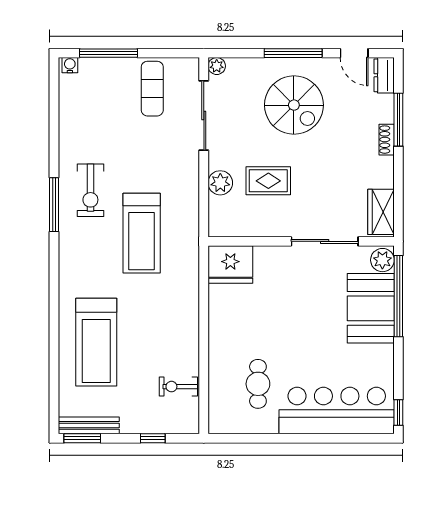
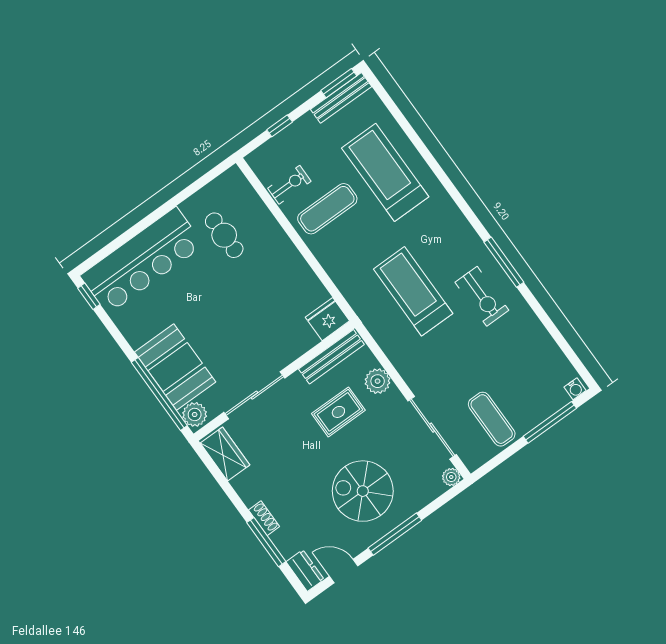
exercise bike: (90, 190) -> (482, 296), turned 180
bench: (243, 228) -> (331, 357), added
fridge: (230, 265) -> (327, 319), width x0.73, depth x0.75
exercise mat: (162, 346) -> (327, 209), added

